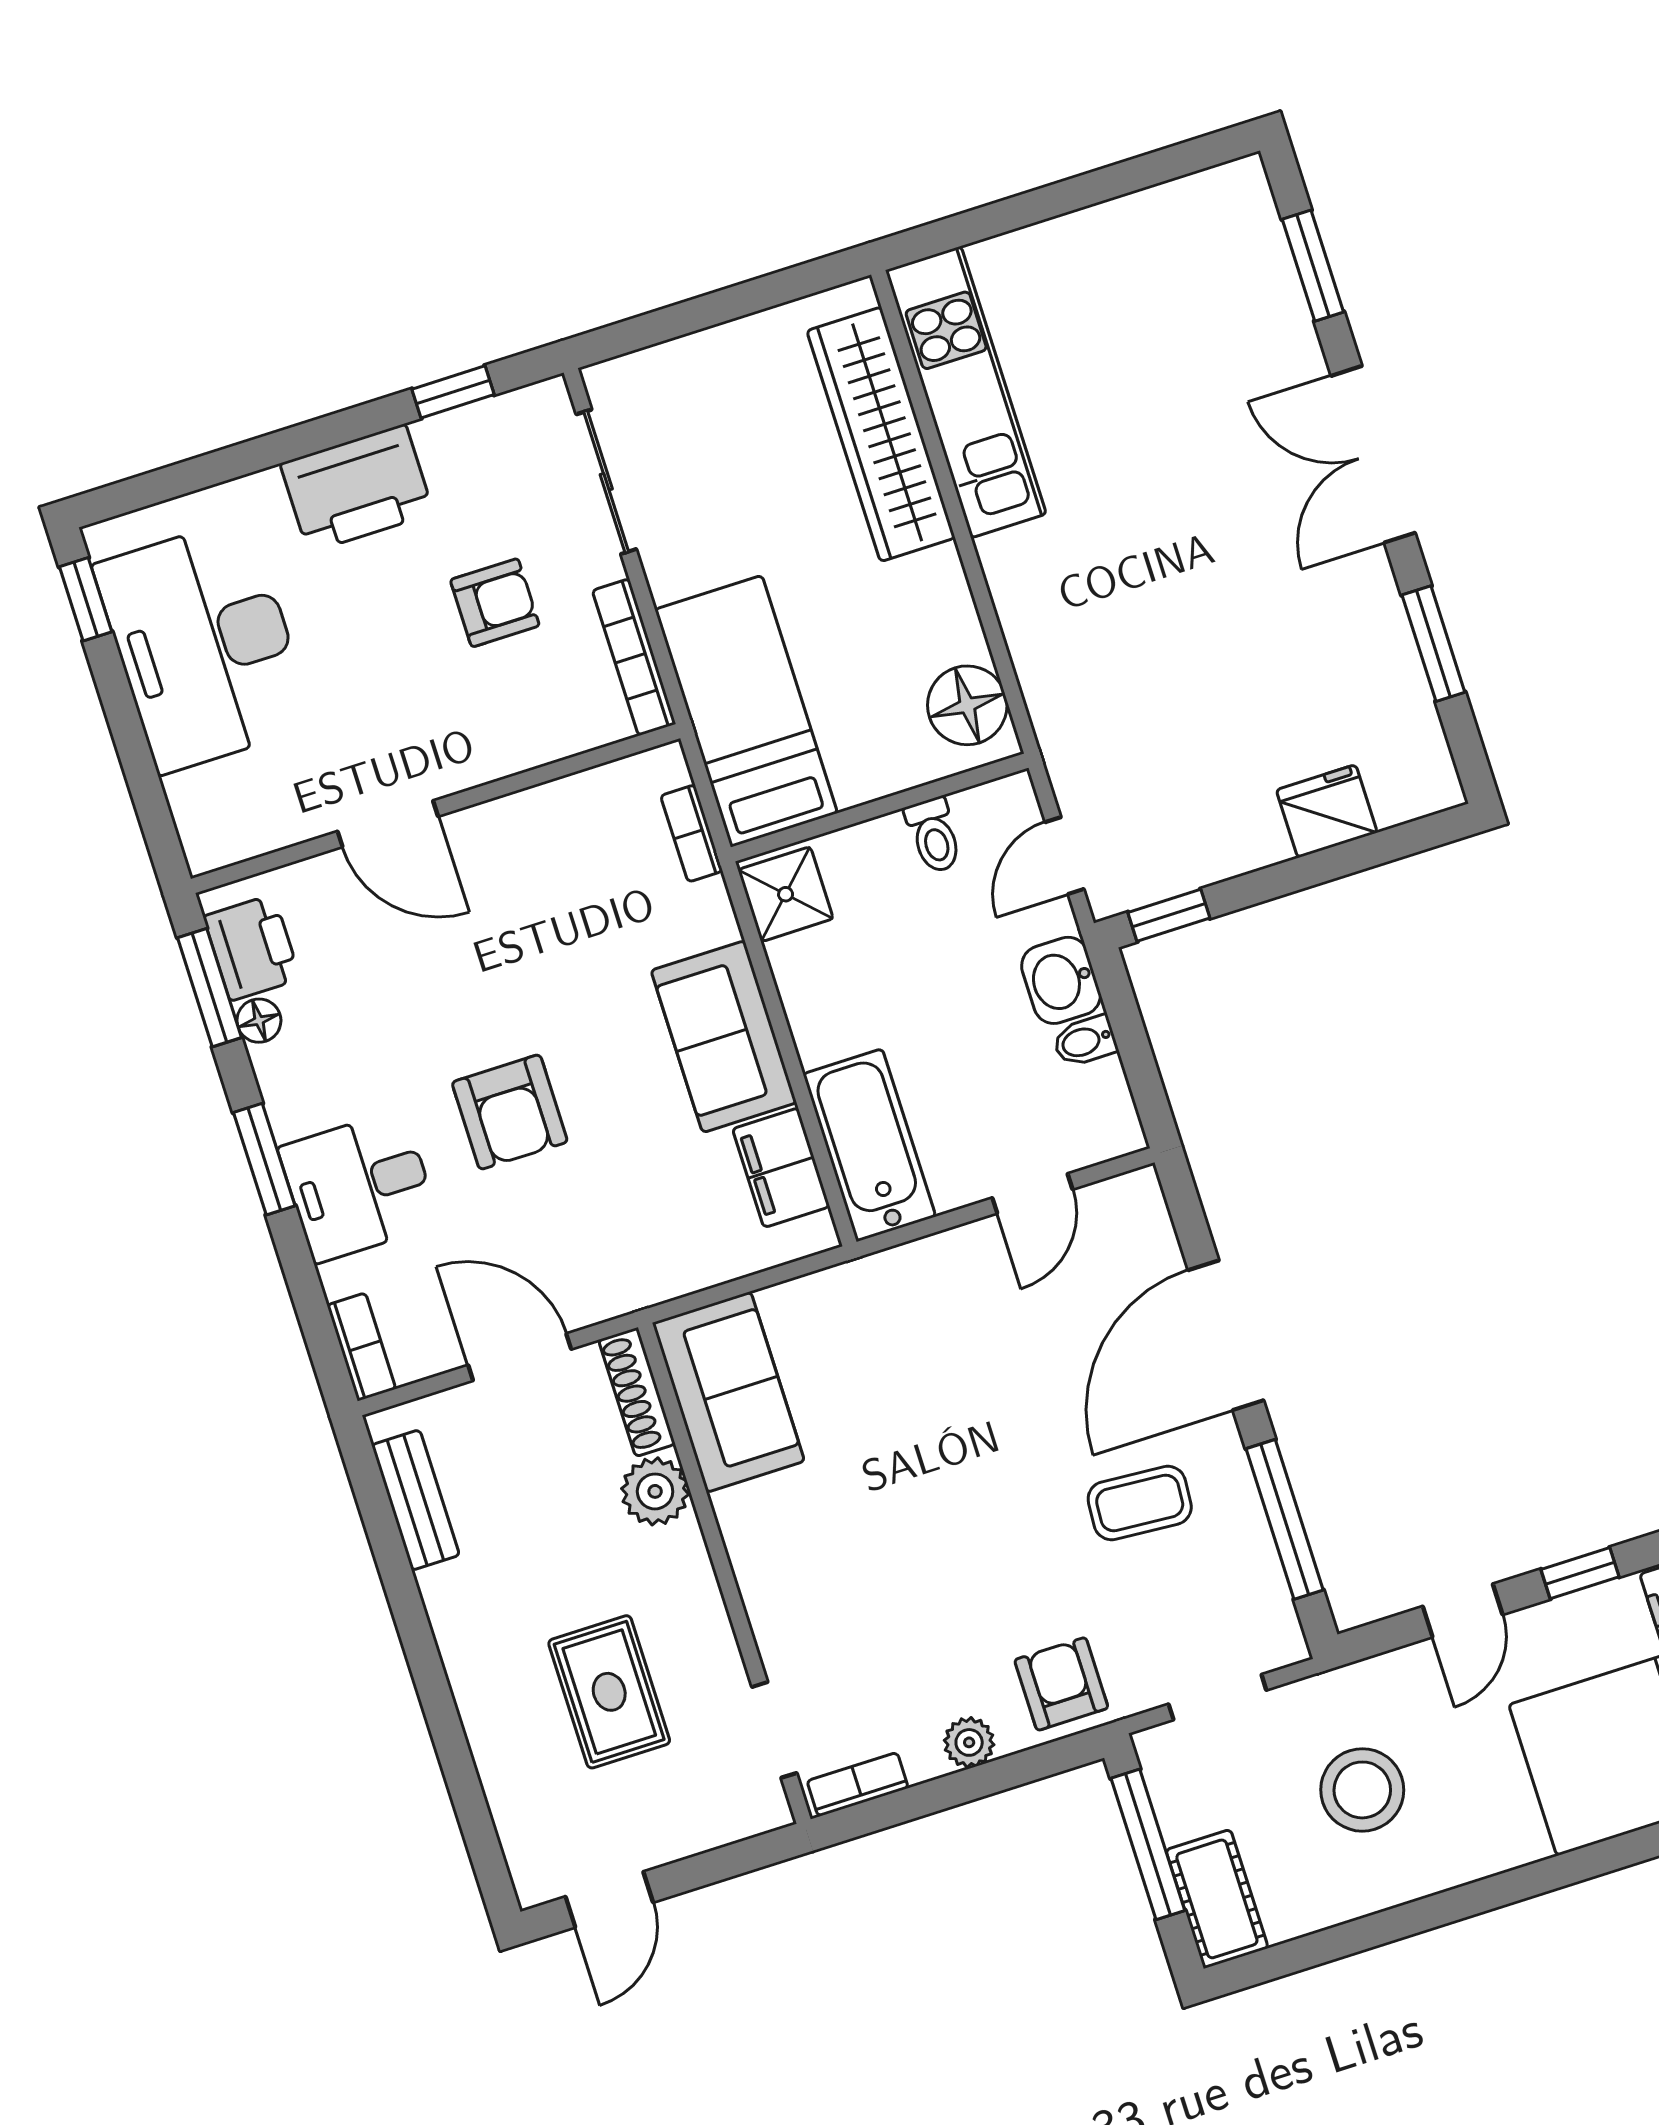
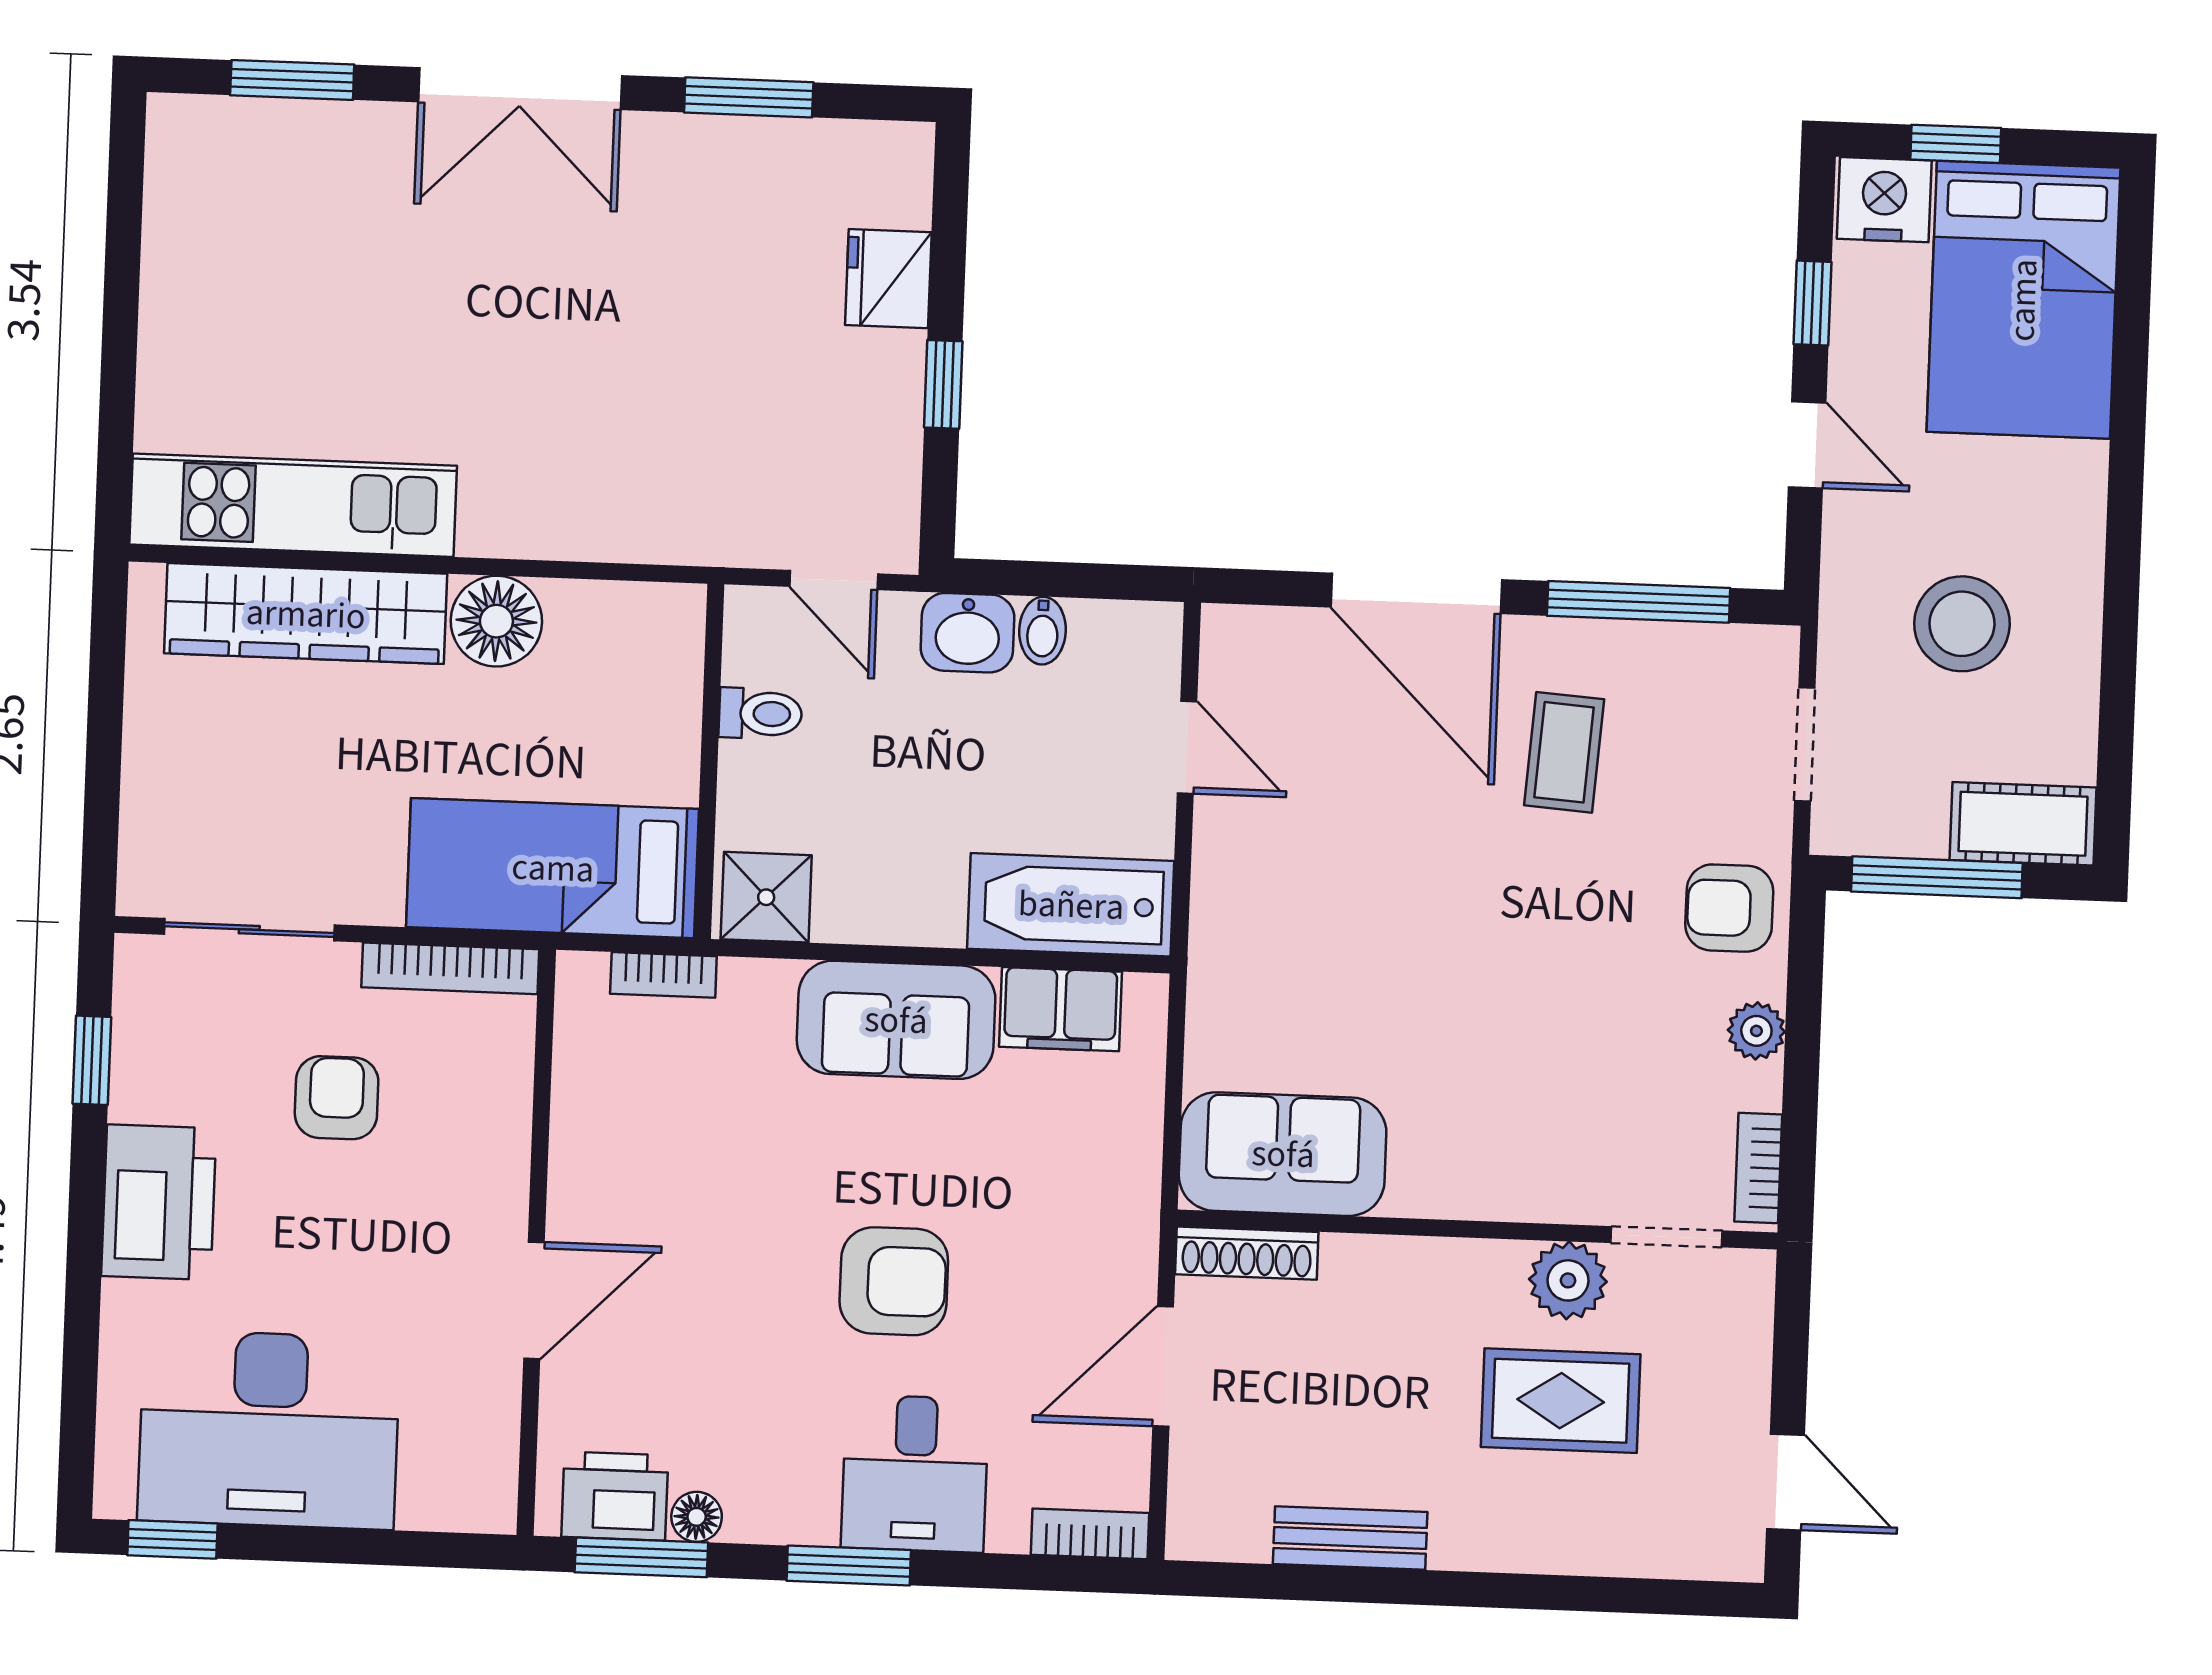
floor lamp: (967, 705) -> (496, 621), moved
window: (1169, 915) -> (943, 384), moved
plant: (655, 1491) -> (1568, 1280), moved
bench: (416, 1500) -> (1350, 1538), moved

